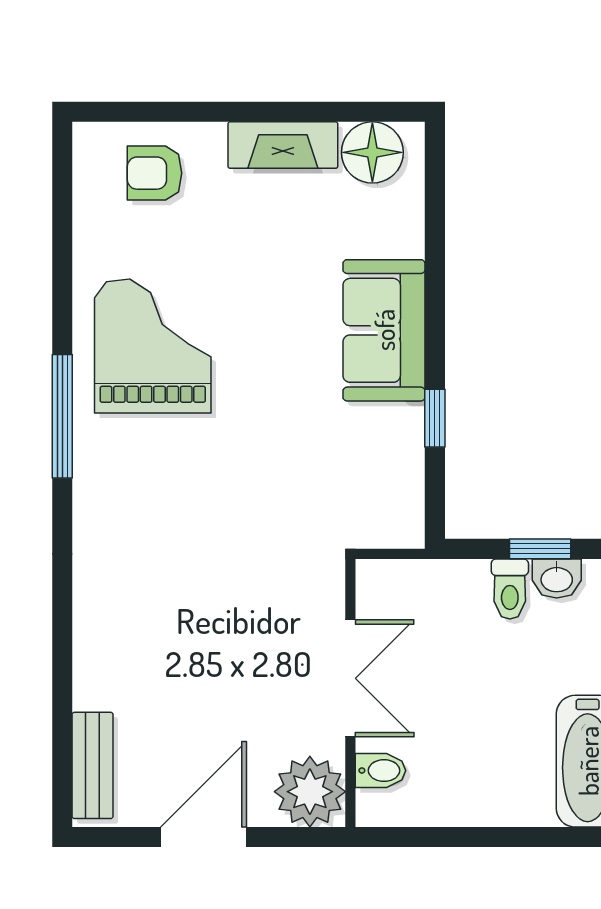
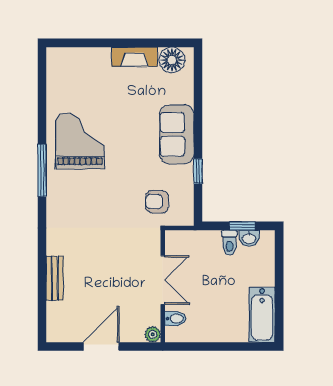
armchair: (155, 173) -> (157, 202), moved
bench: (93, 765) -> (55, 278), moved
plant: (310, 792) -> (153, 334), width x0.53, depth x0.53

